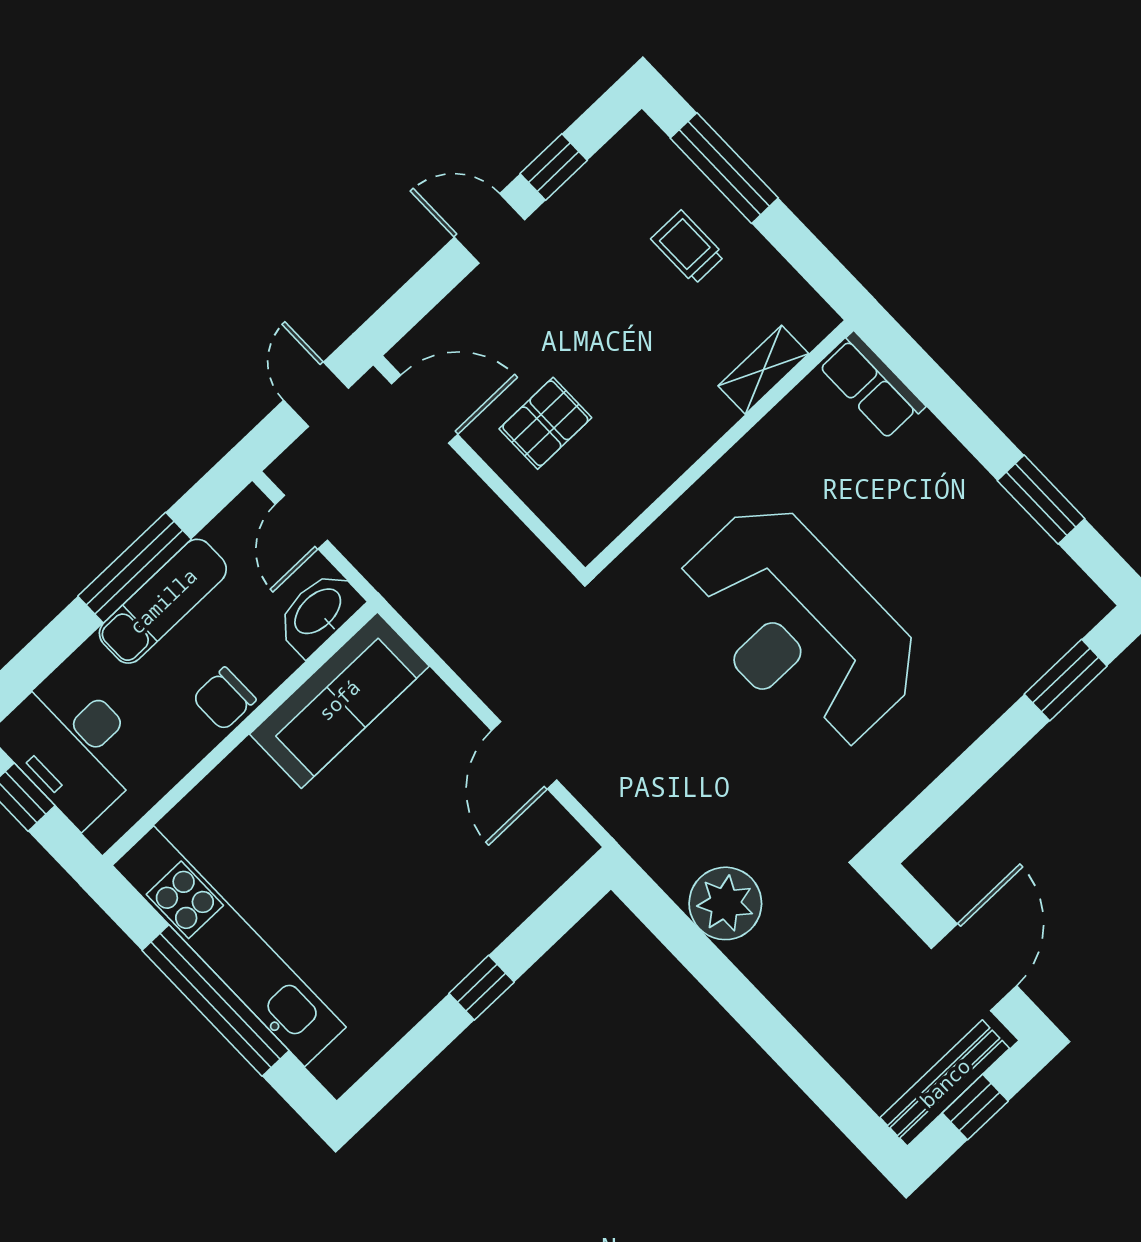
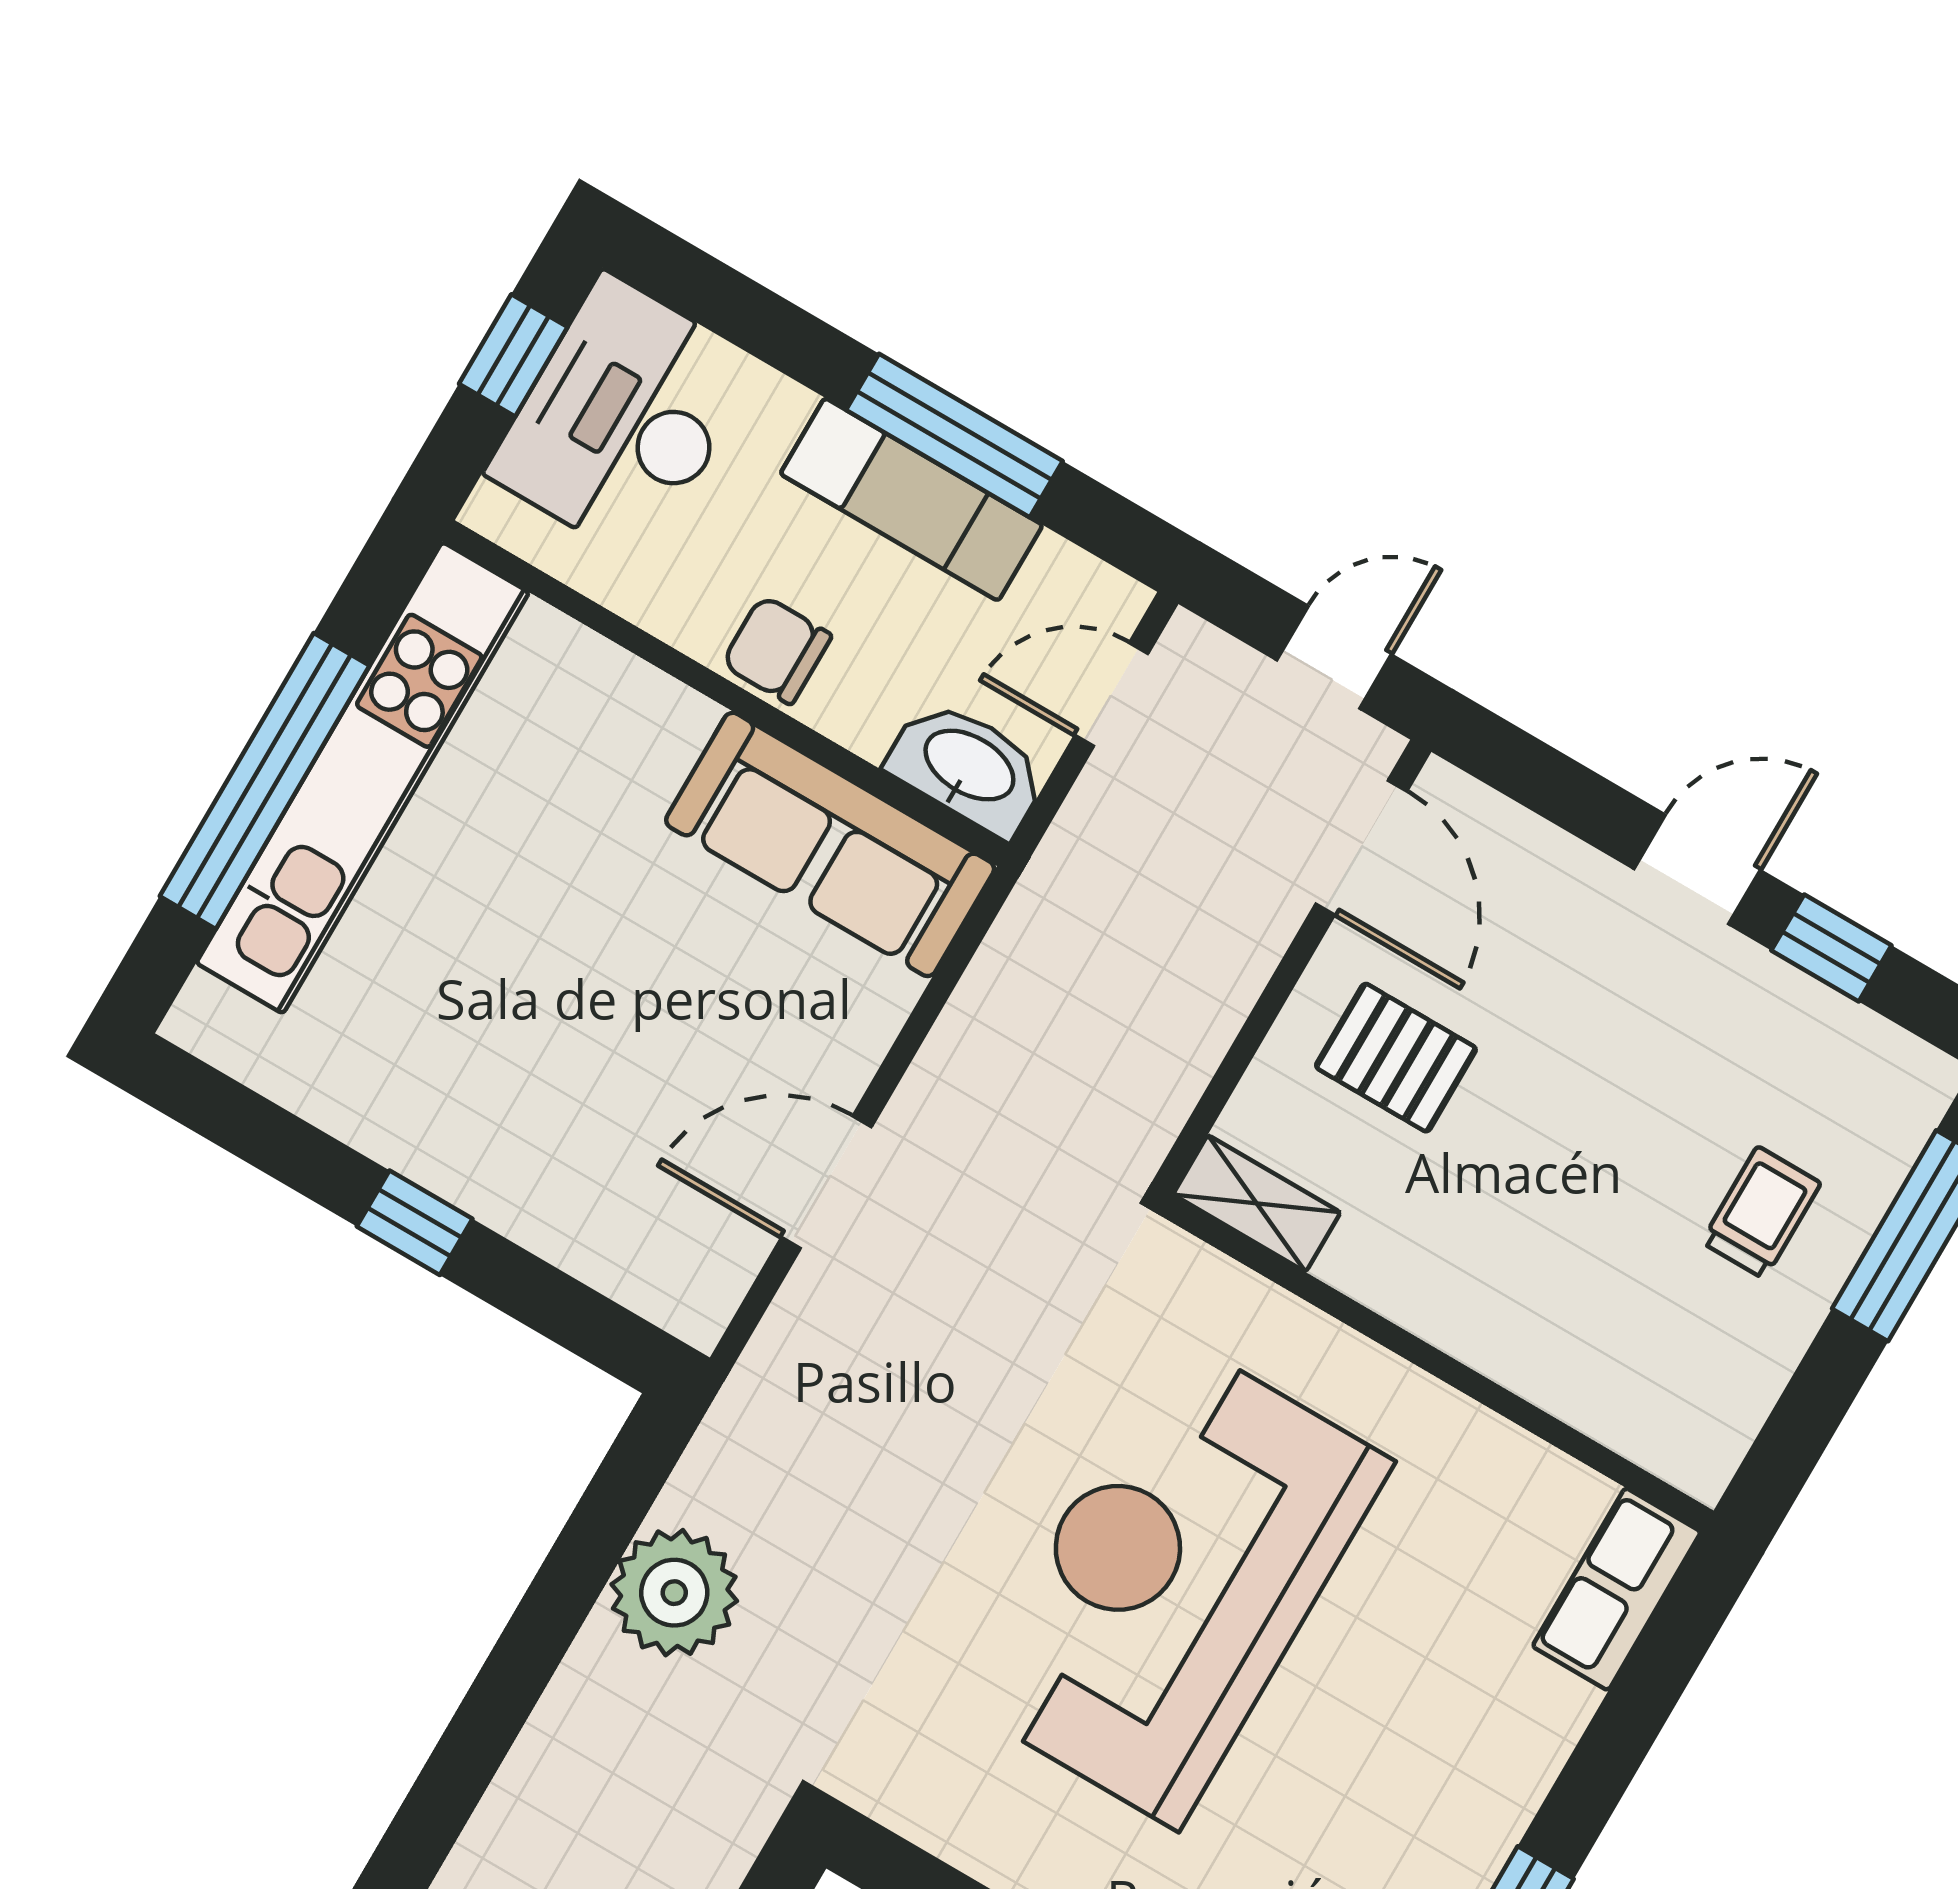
door: (489, 228) -> (1697, 869), hinge flipped
shelving: (763, 370) -> (1257, 1203), moved

